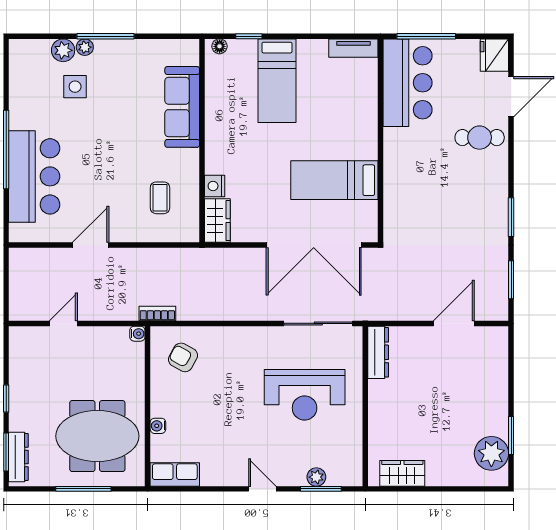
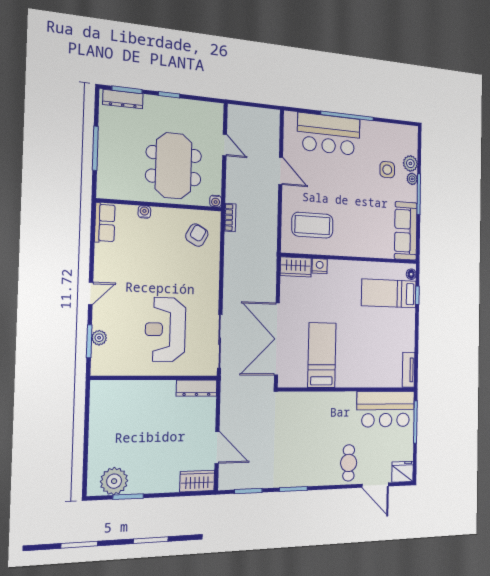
bed: (277, 81) -> (389, 293), moved
sofa: (182, 107) -> (406, 231), moved, turned -90
coffee table: (160, 198) -> (312, 225), width x1.86, depth x1.72
meeting table: (97, 436) -> (174, 166), moved
wardrobe: (402, 473) -> (197, 481), moved, turned -90

